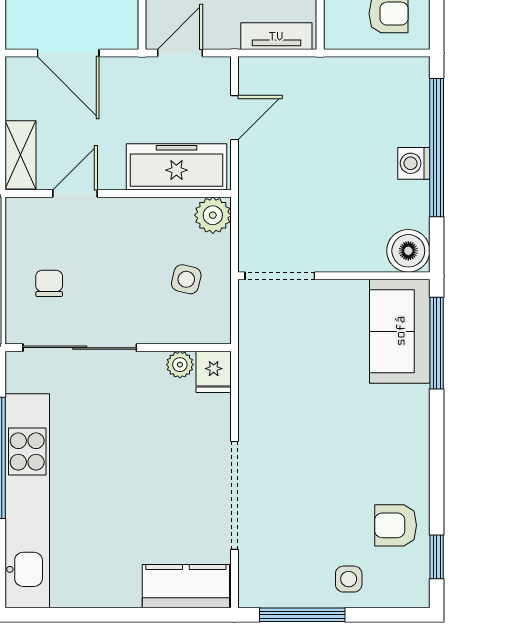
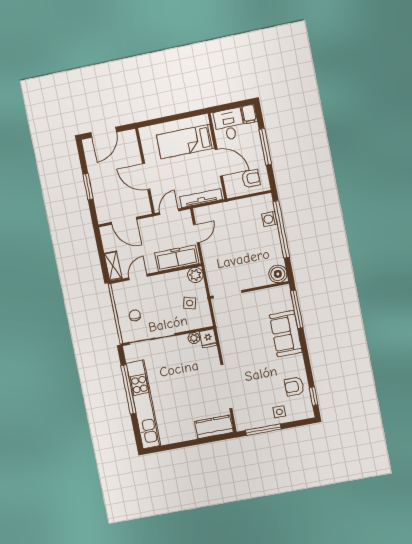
tv unit: (276, 36) -> (201, 198), width x1.41
washing machine: (414, 163) -> (270, 219), moved
sofa: (400, 331) -> (286, 334), moved

